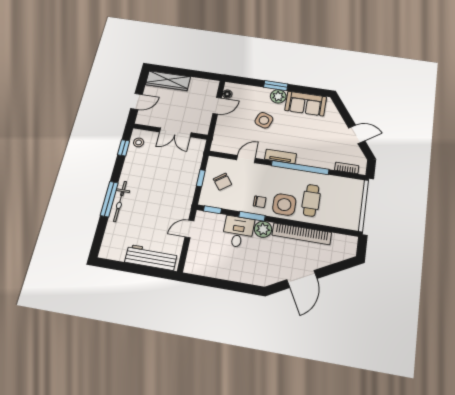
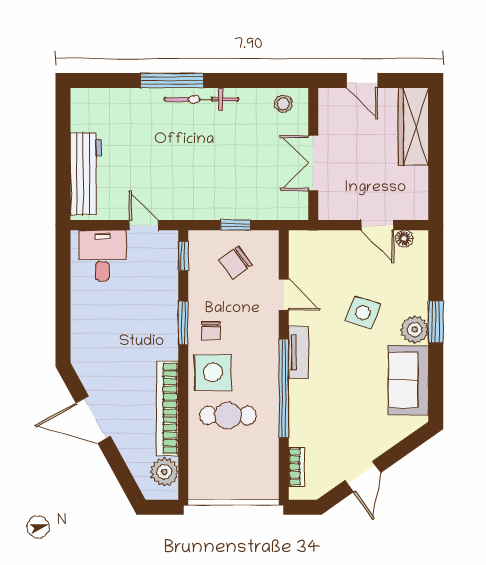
window: (124, 148) -> (269, 80), removed
bicycle: (120, 201) -> (201, 99), moved
plant: (263, 229) -> (164, 472), moved
desk: (238, 232) -> (102, 256), moved, turned -90

